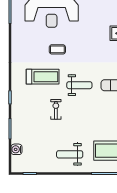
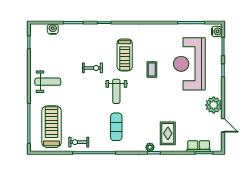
weight bench: (70, 154) -> (48, 82), turned 90

